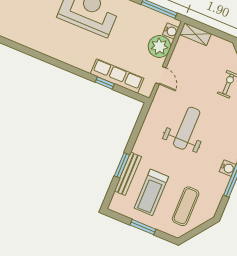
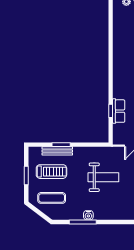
row of seats: (117, 76) -> (119, 111), width x0.68
treadmill: (151, 192) -> (51, 172), turned 180

